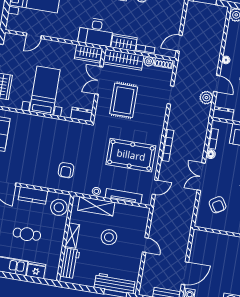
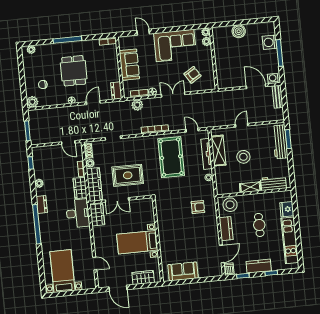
plant: (206, 98) -> (137, 105), moved
dresser: (82, 114) -> (149, 207), removed
double door: (201, 177) -> (173, 95), swing flipped
shelving: (96, 206) -> (218, 151), moved

